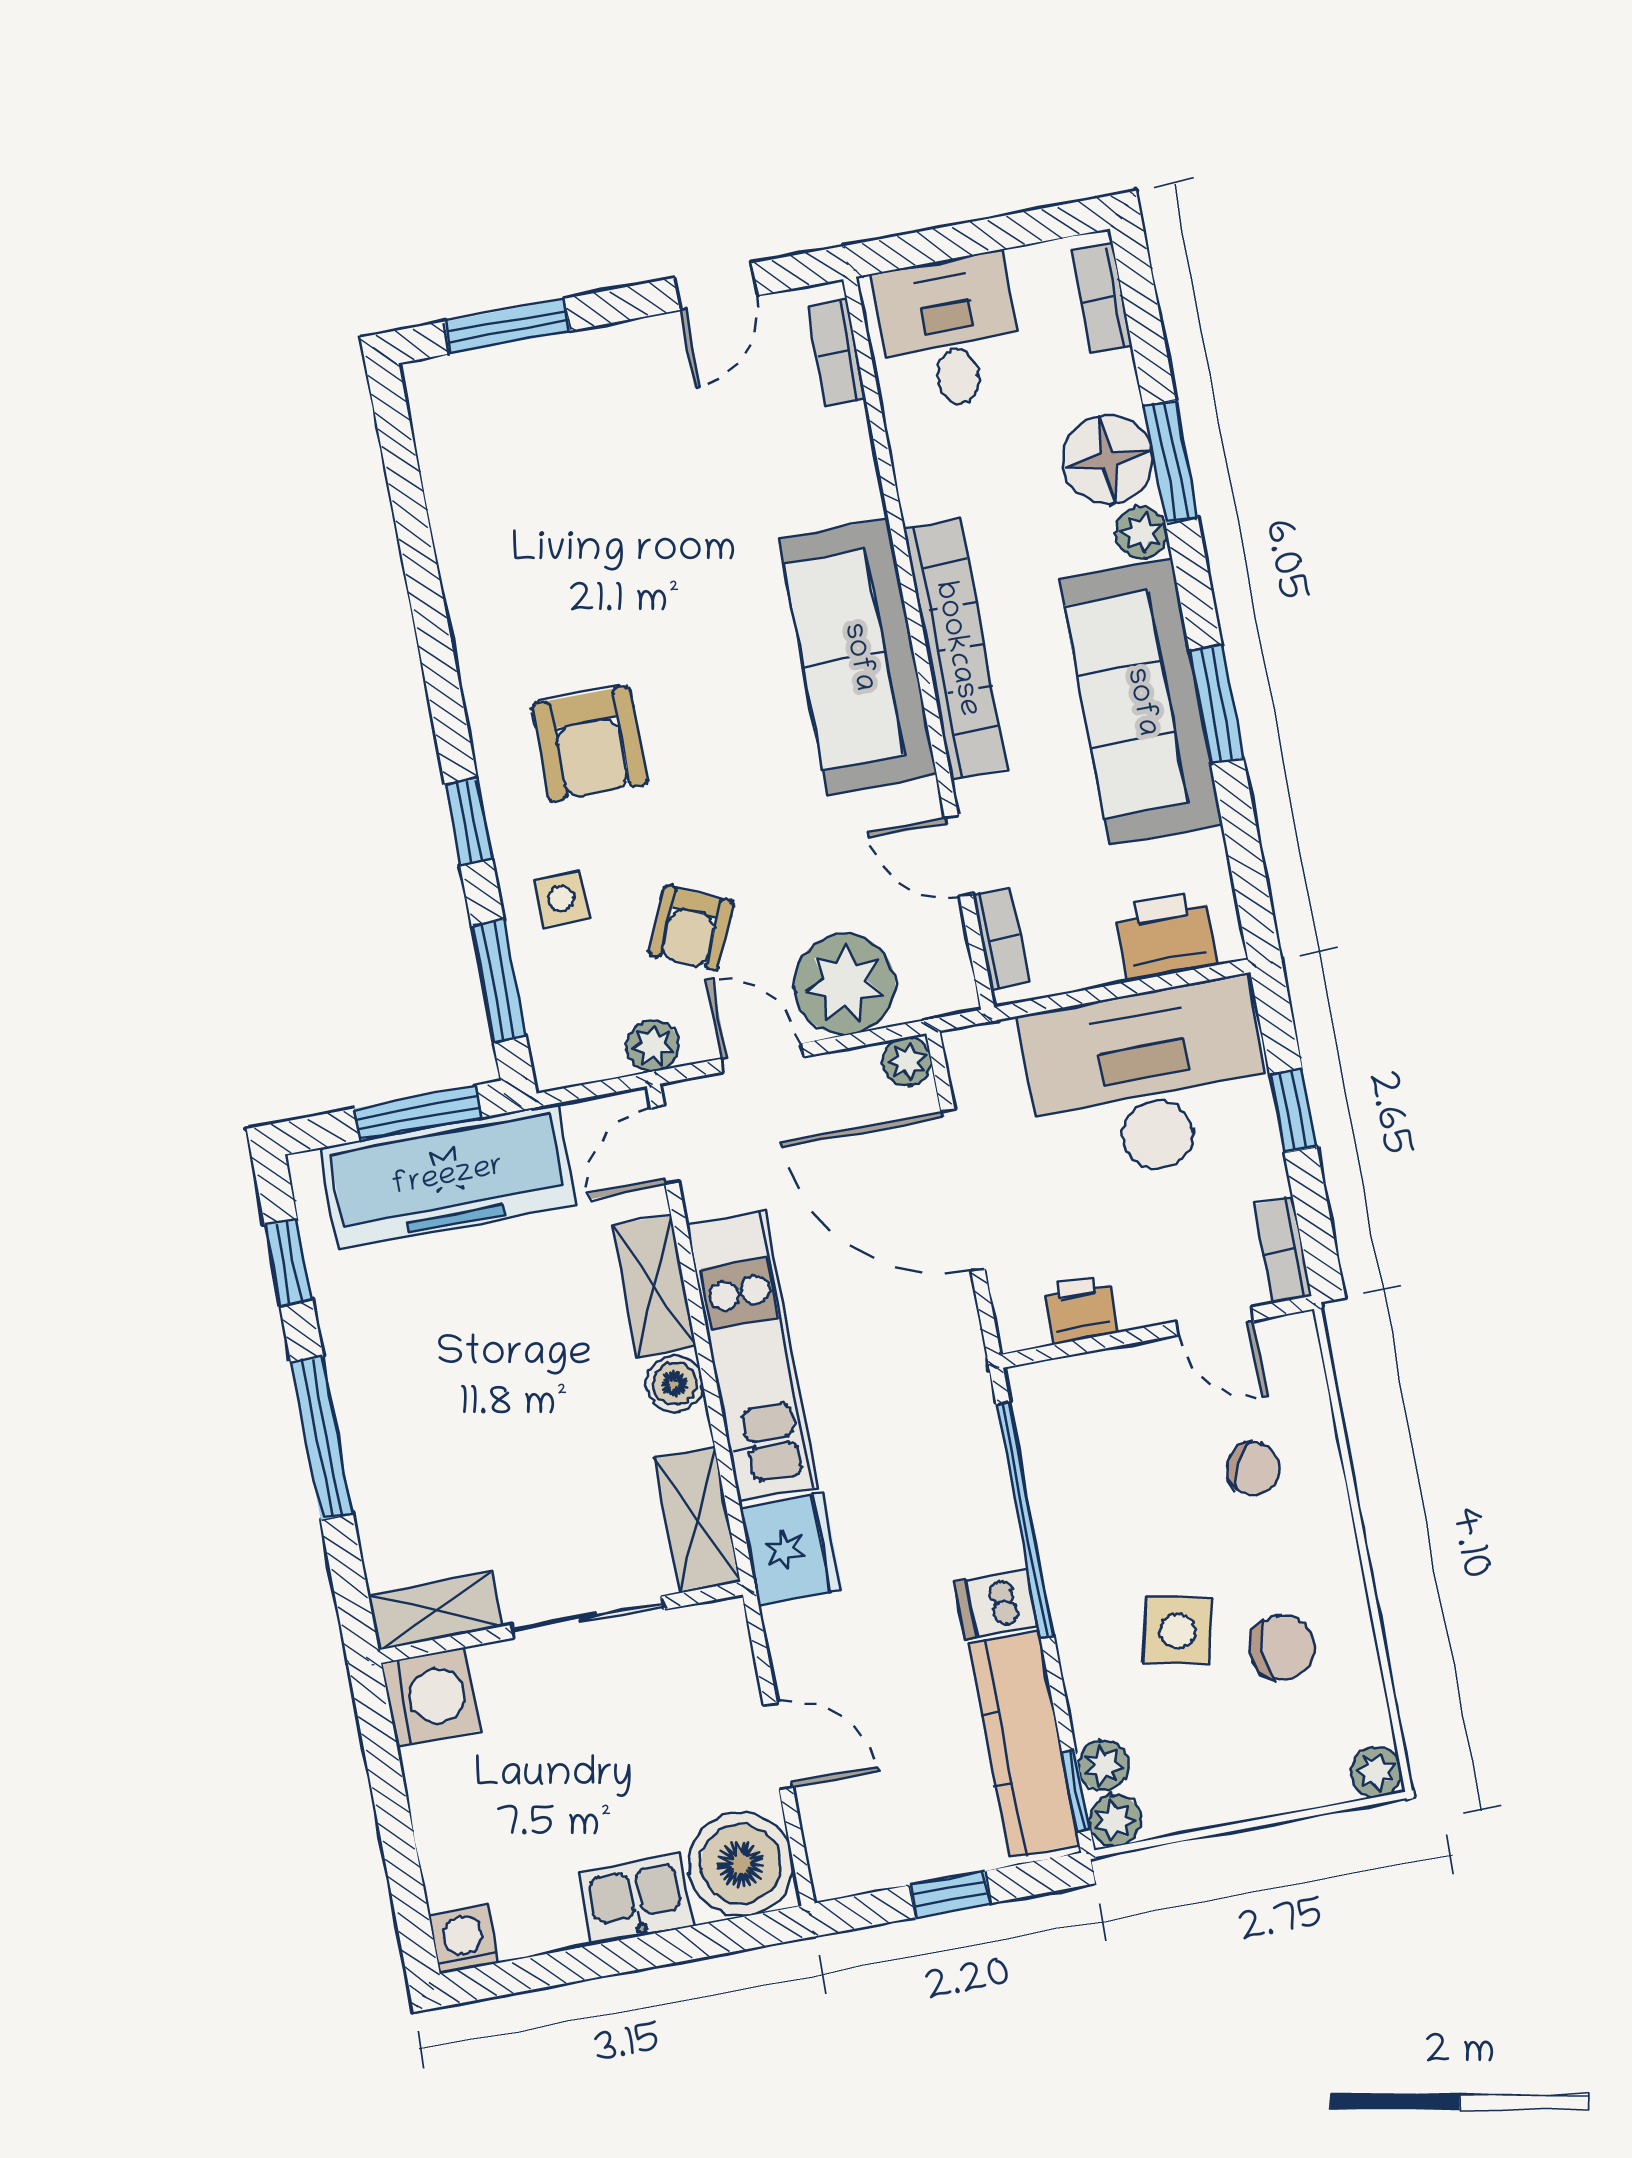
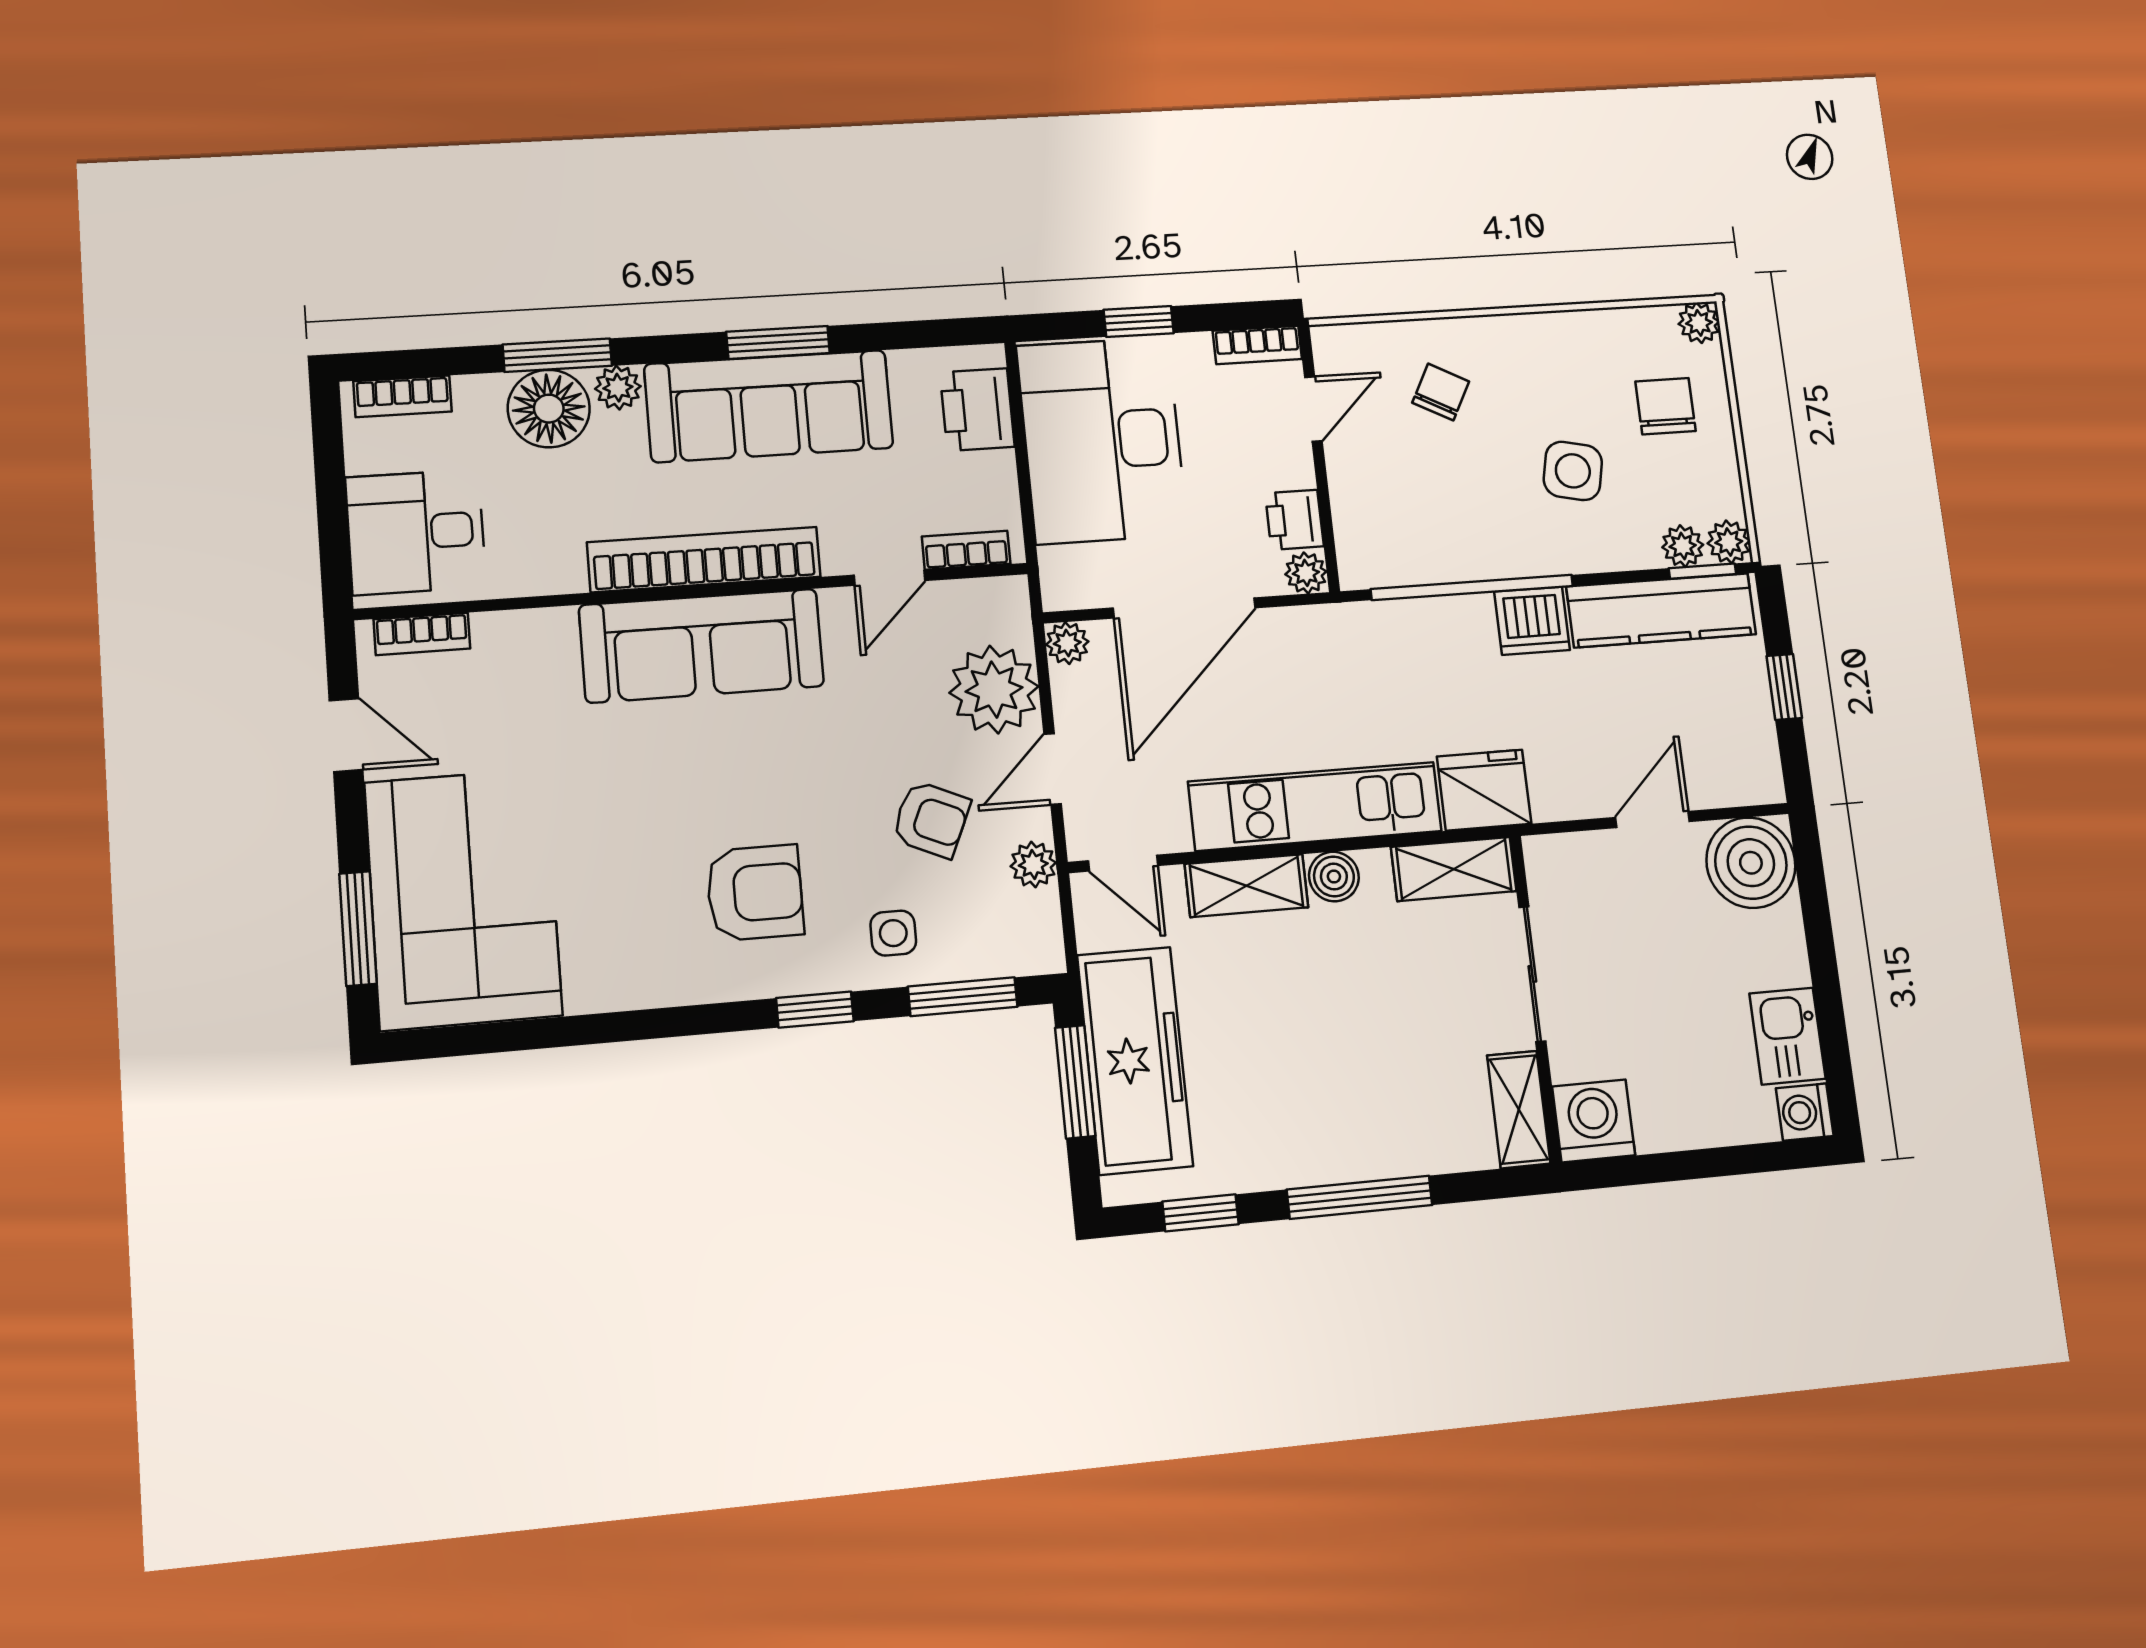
corner sofa: (551, 433) -> (463, 899), added
plant: (1020, 1327) -> (1306, 573), added
dishwasher: (996, 1604) -> (1532, 621), width x1.38
chair: (1282, 1647) -> (1665, 406), moved
kitchen sink: (636, 1899) -> (1787, 1036), moved

